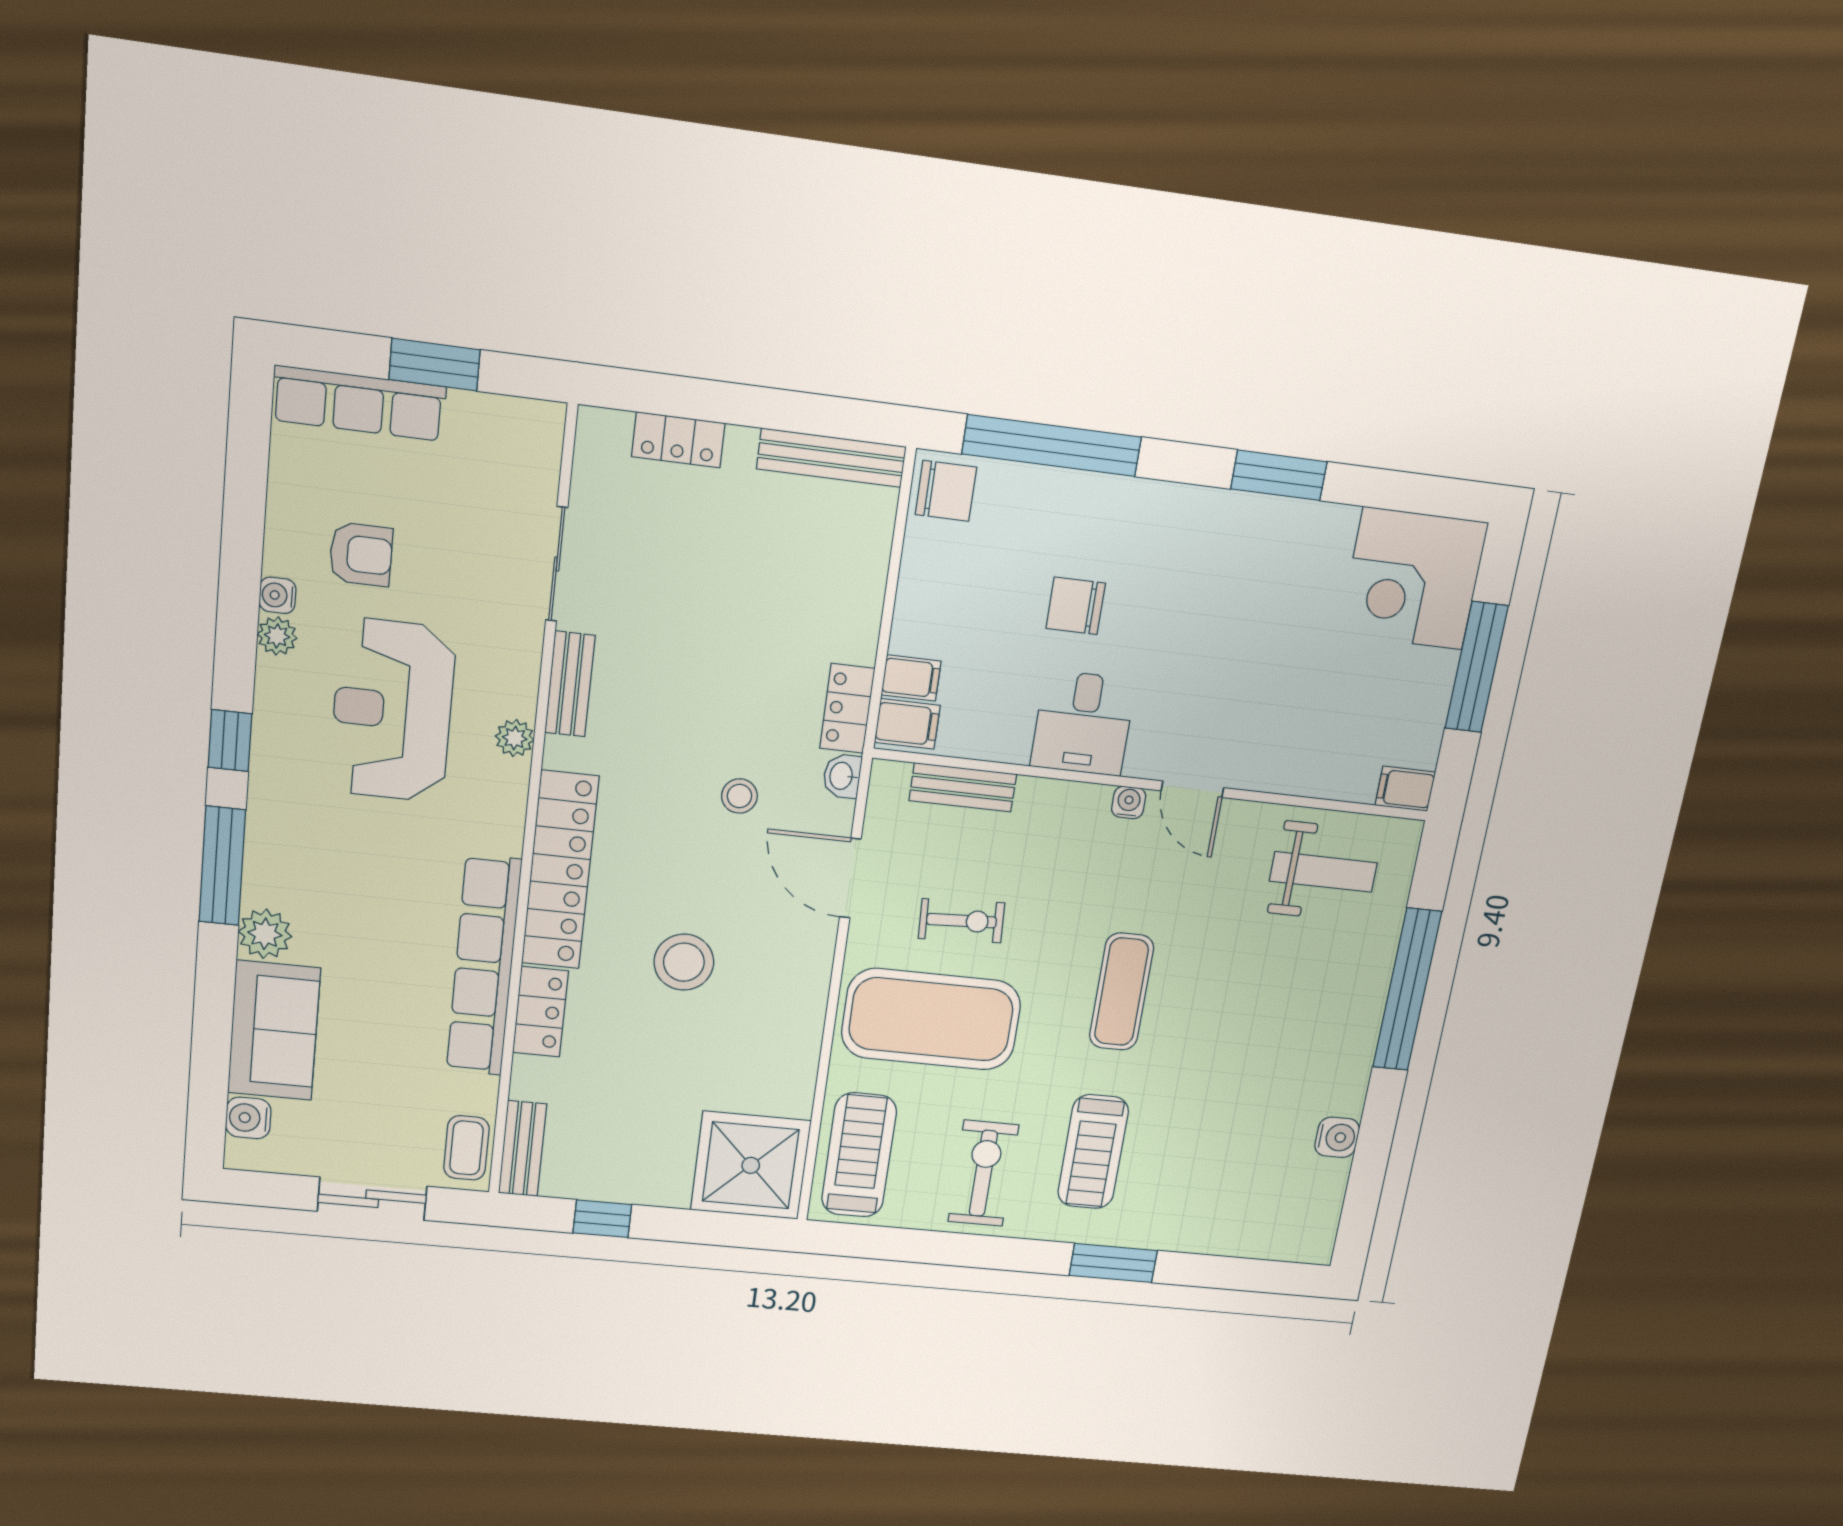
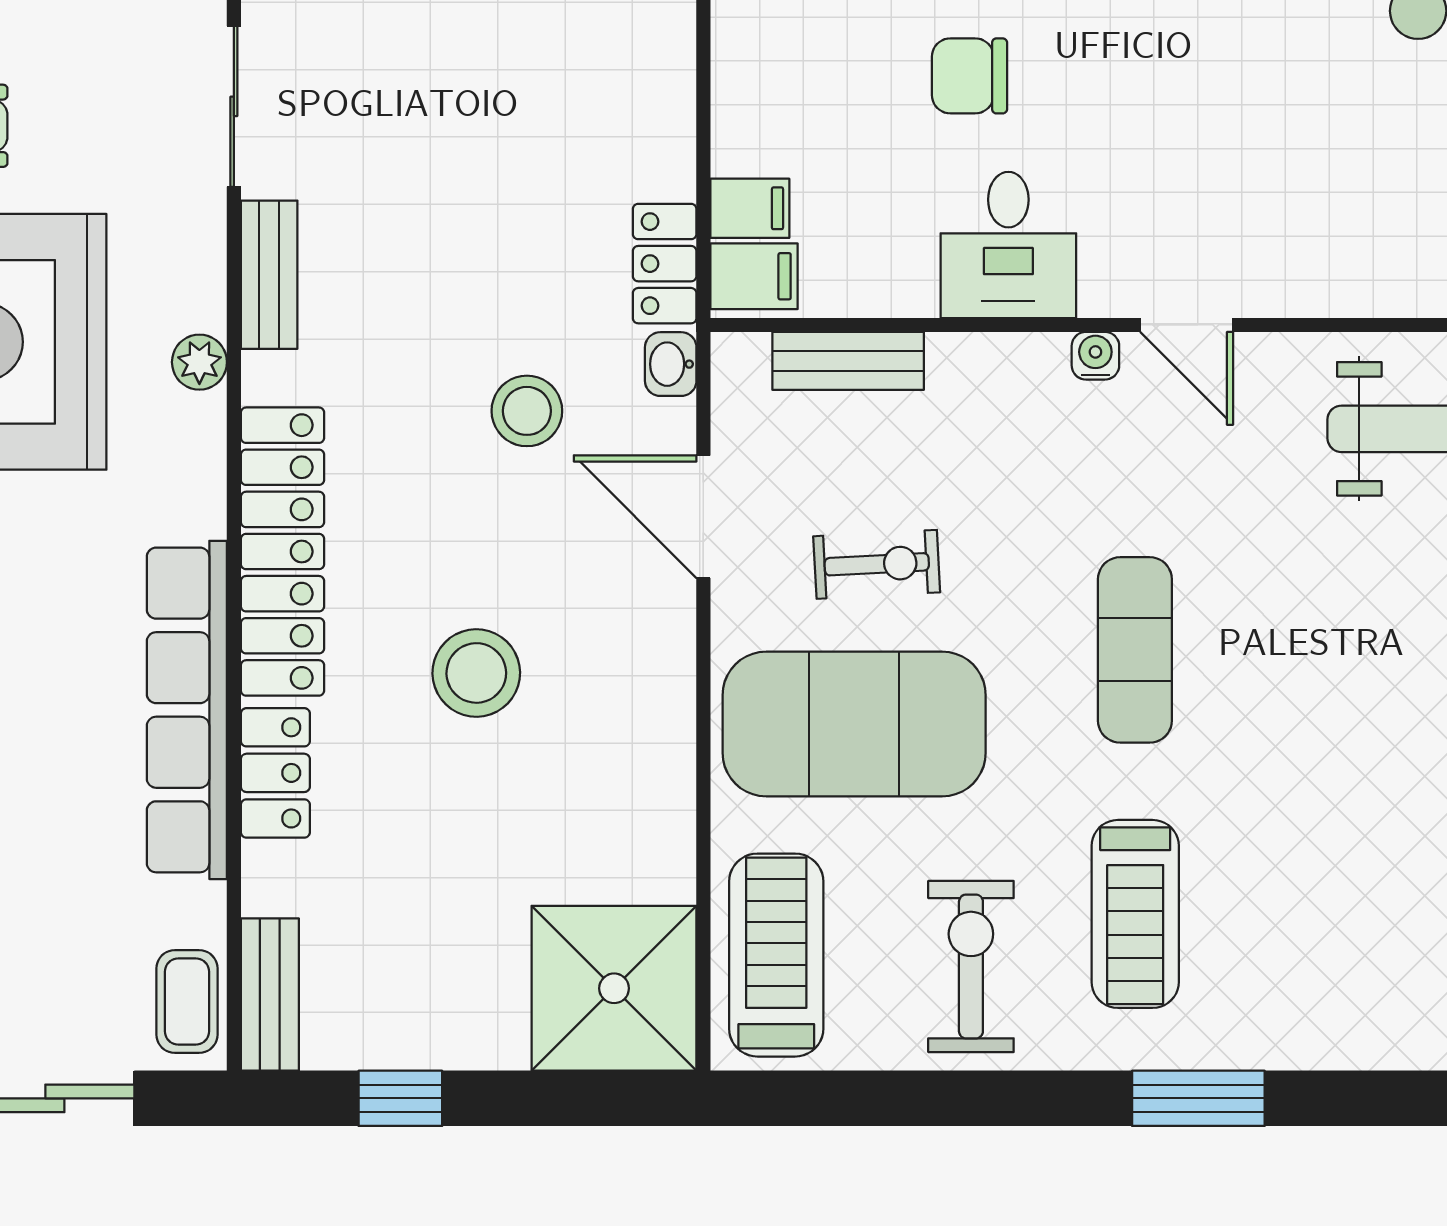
stool: (739, 796) -> (527, 411), width x1.37, depth x1.37

